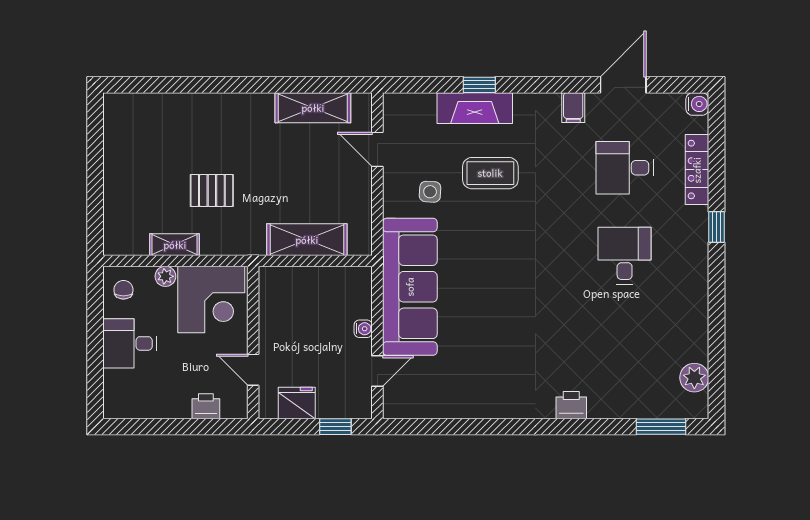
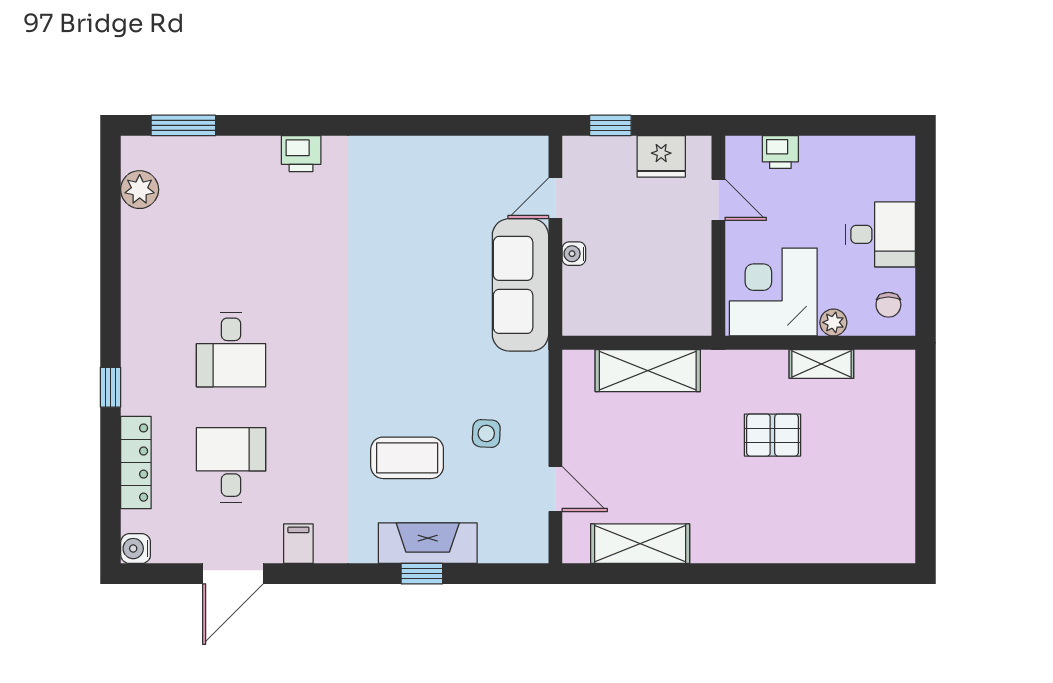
desk: (625, 168) -> (231, 465), turned -90
sofa: (410, 287) -> (520, 285), width x0.74, depth x0.79

